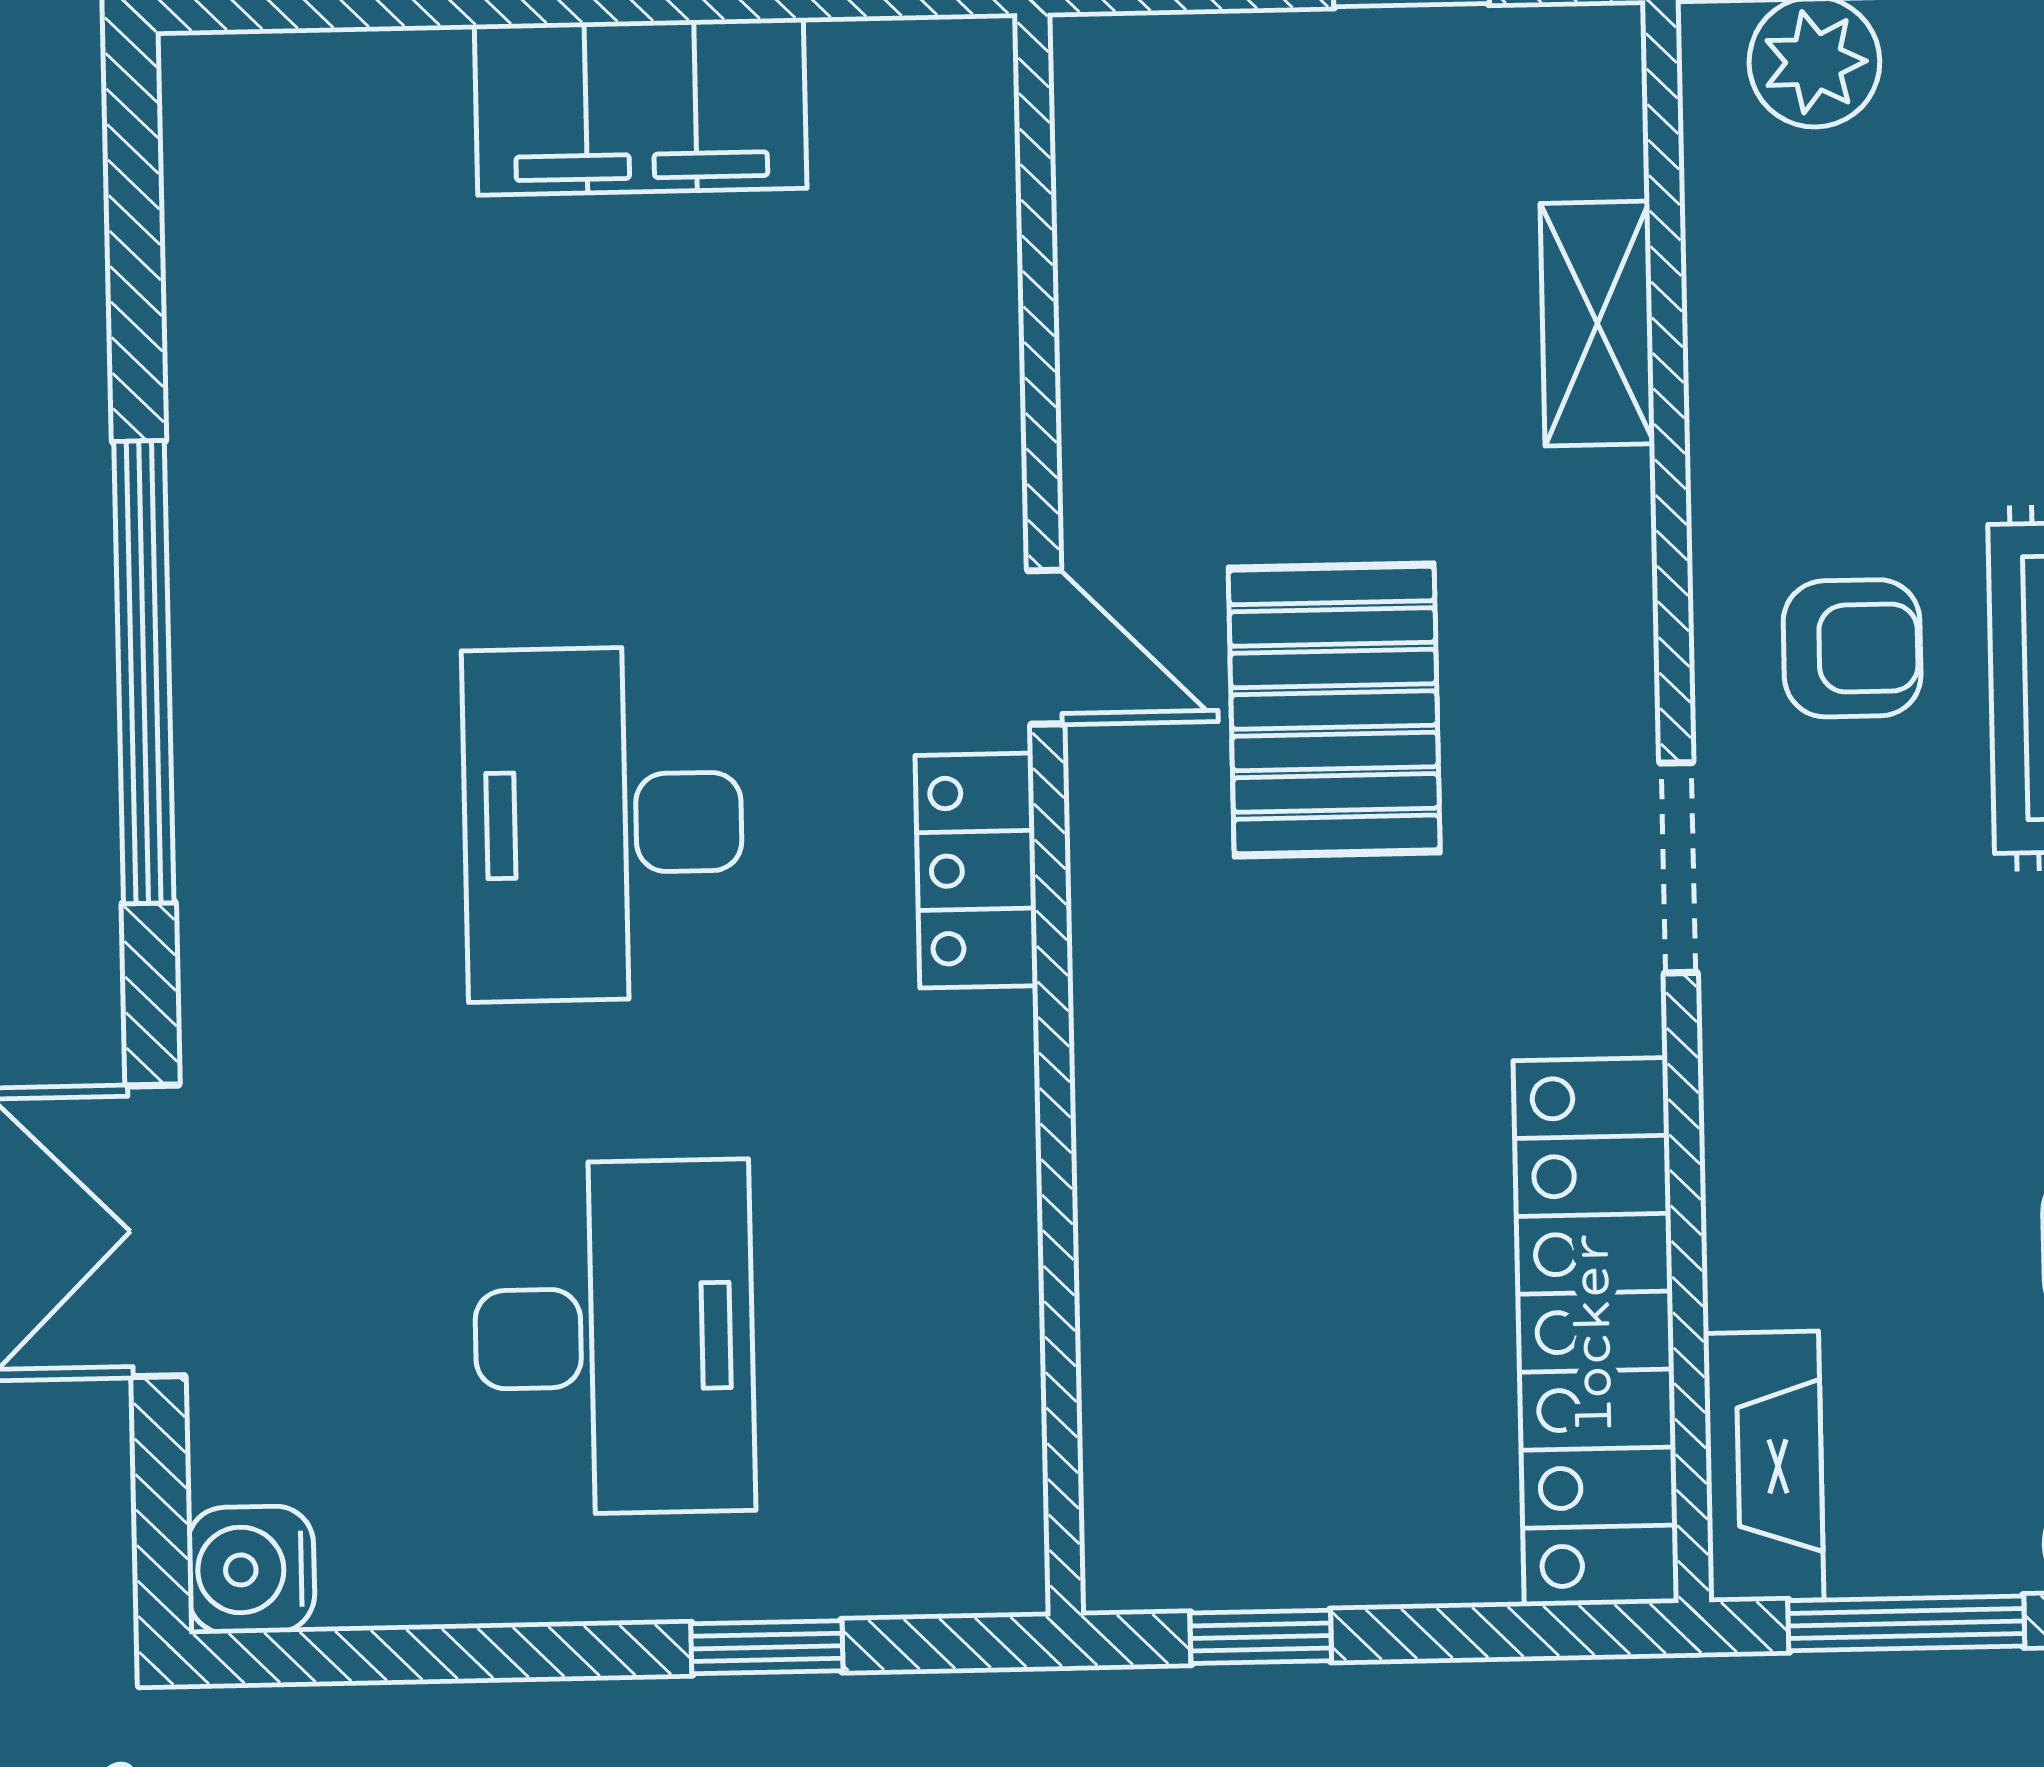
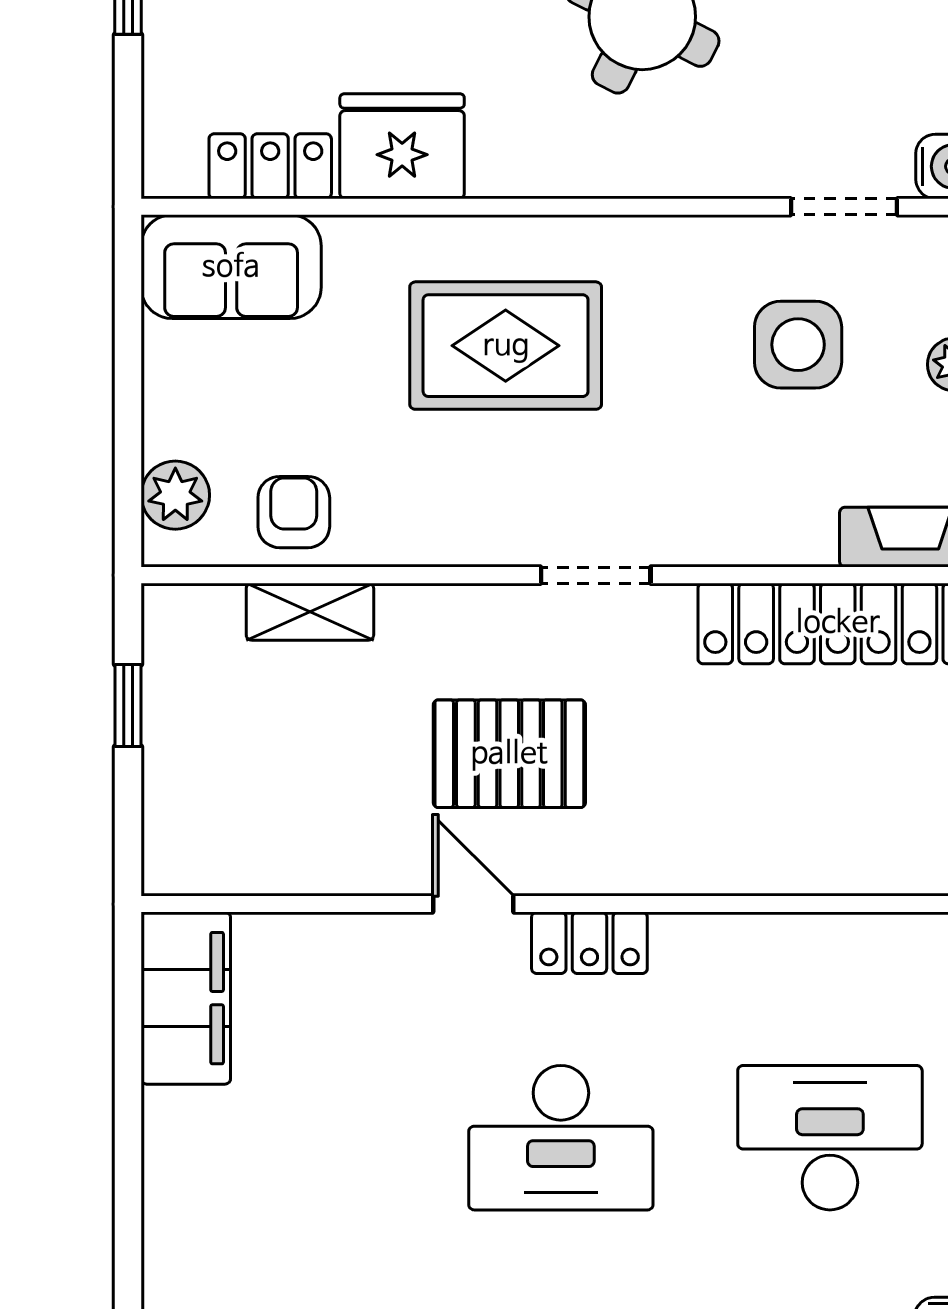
filing cabinet: (641, 107) -> (186, 998), moved
door: (1046, 647) -> (473, 904), hinge flipped
armchair: (1852, 648) -> (294, 512), moved

